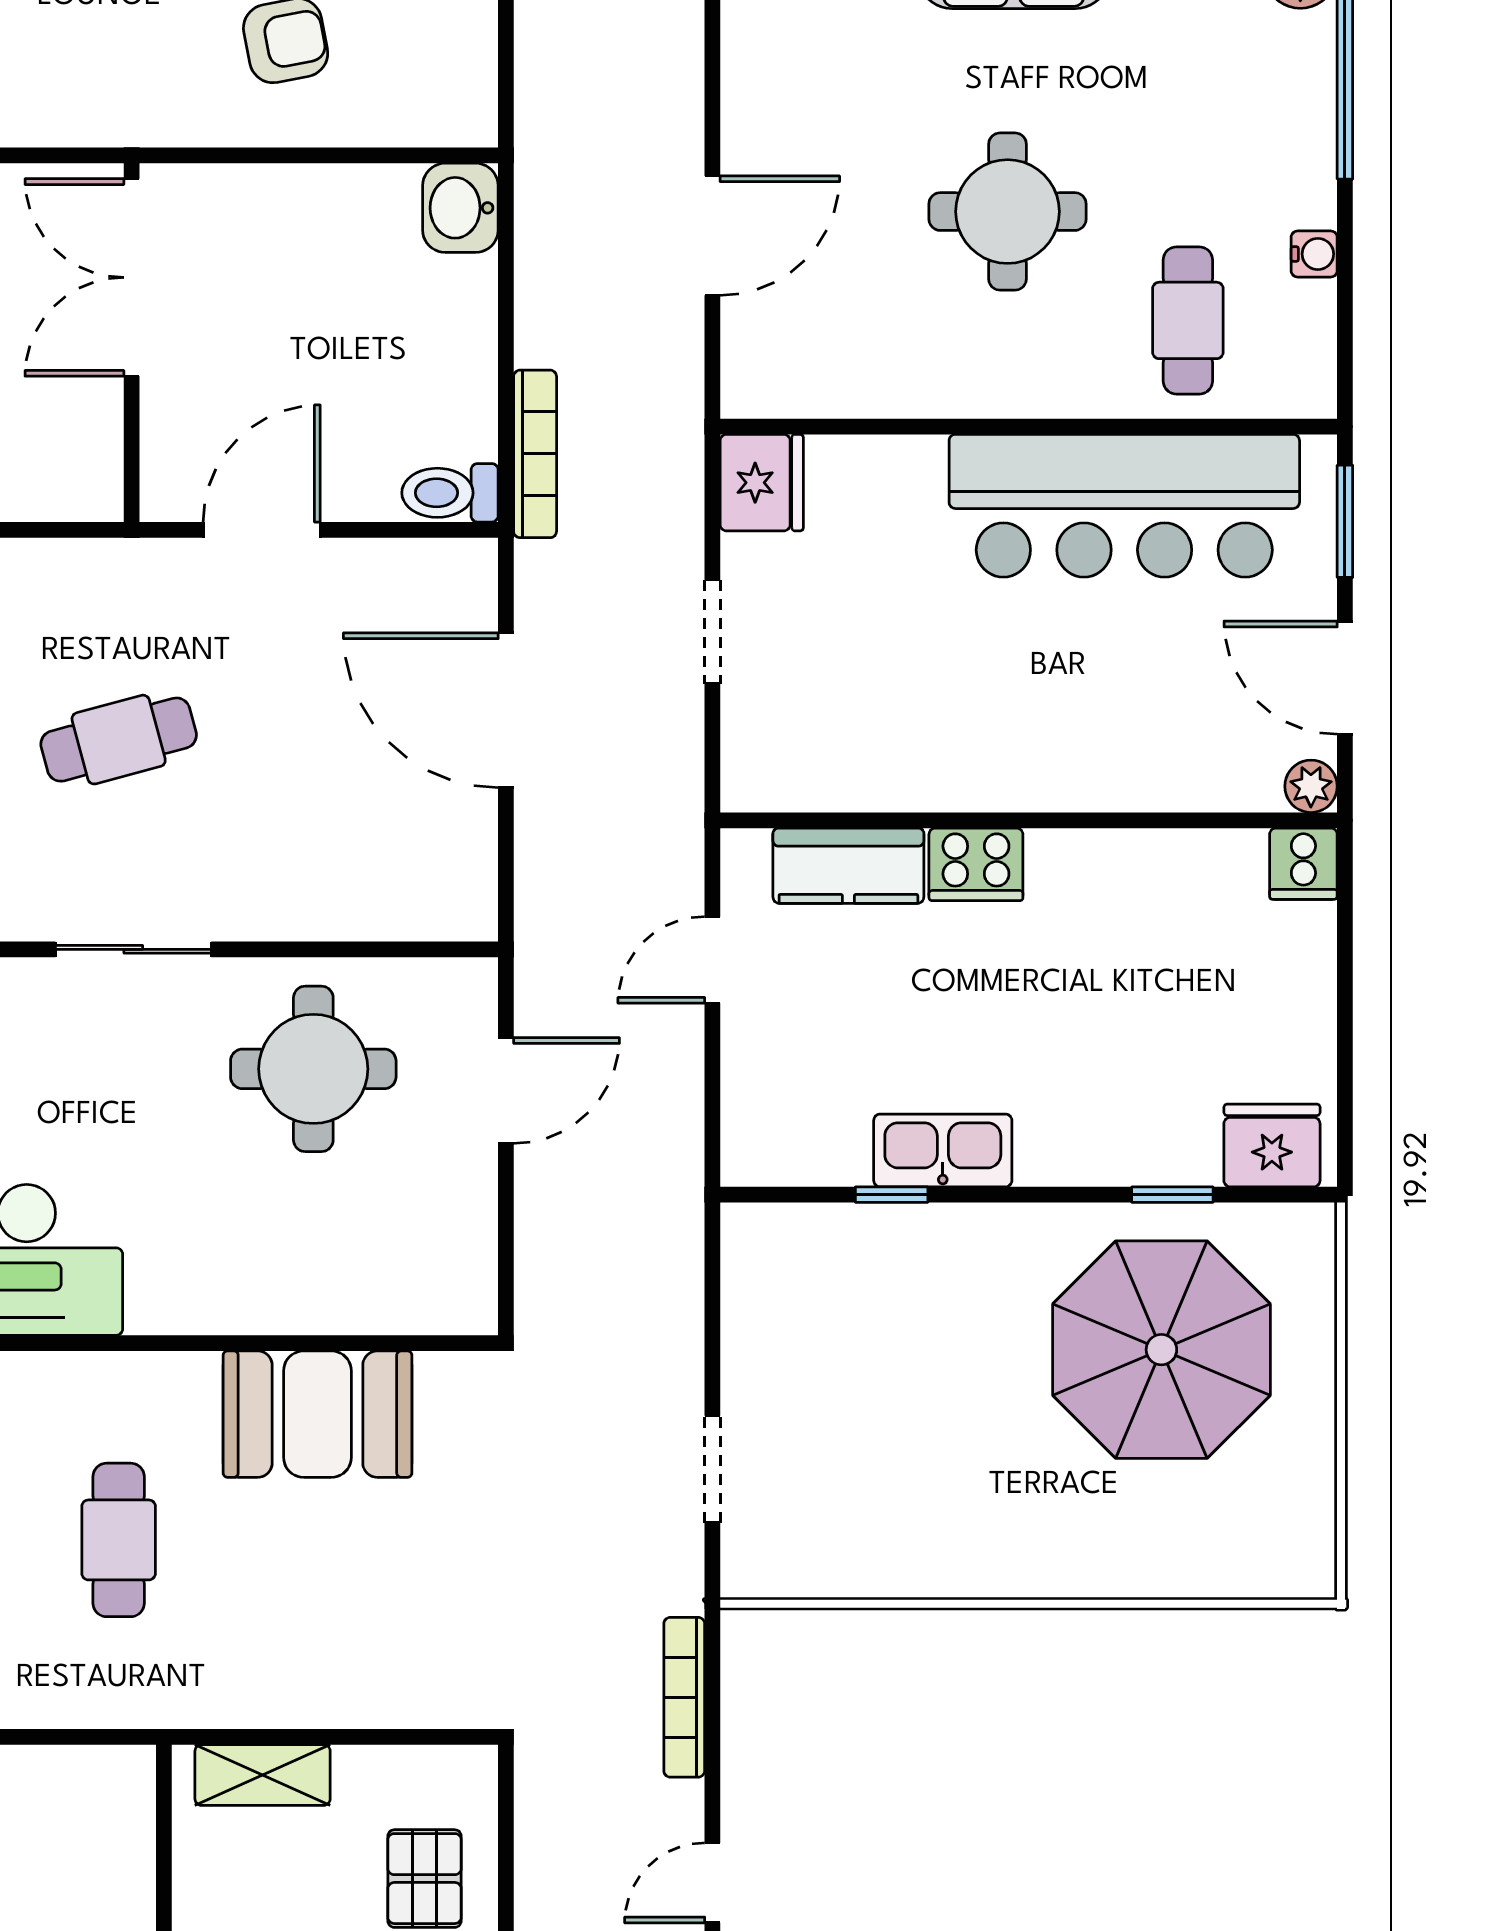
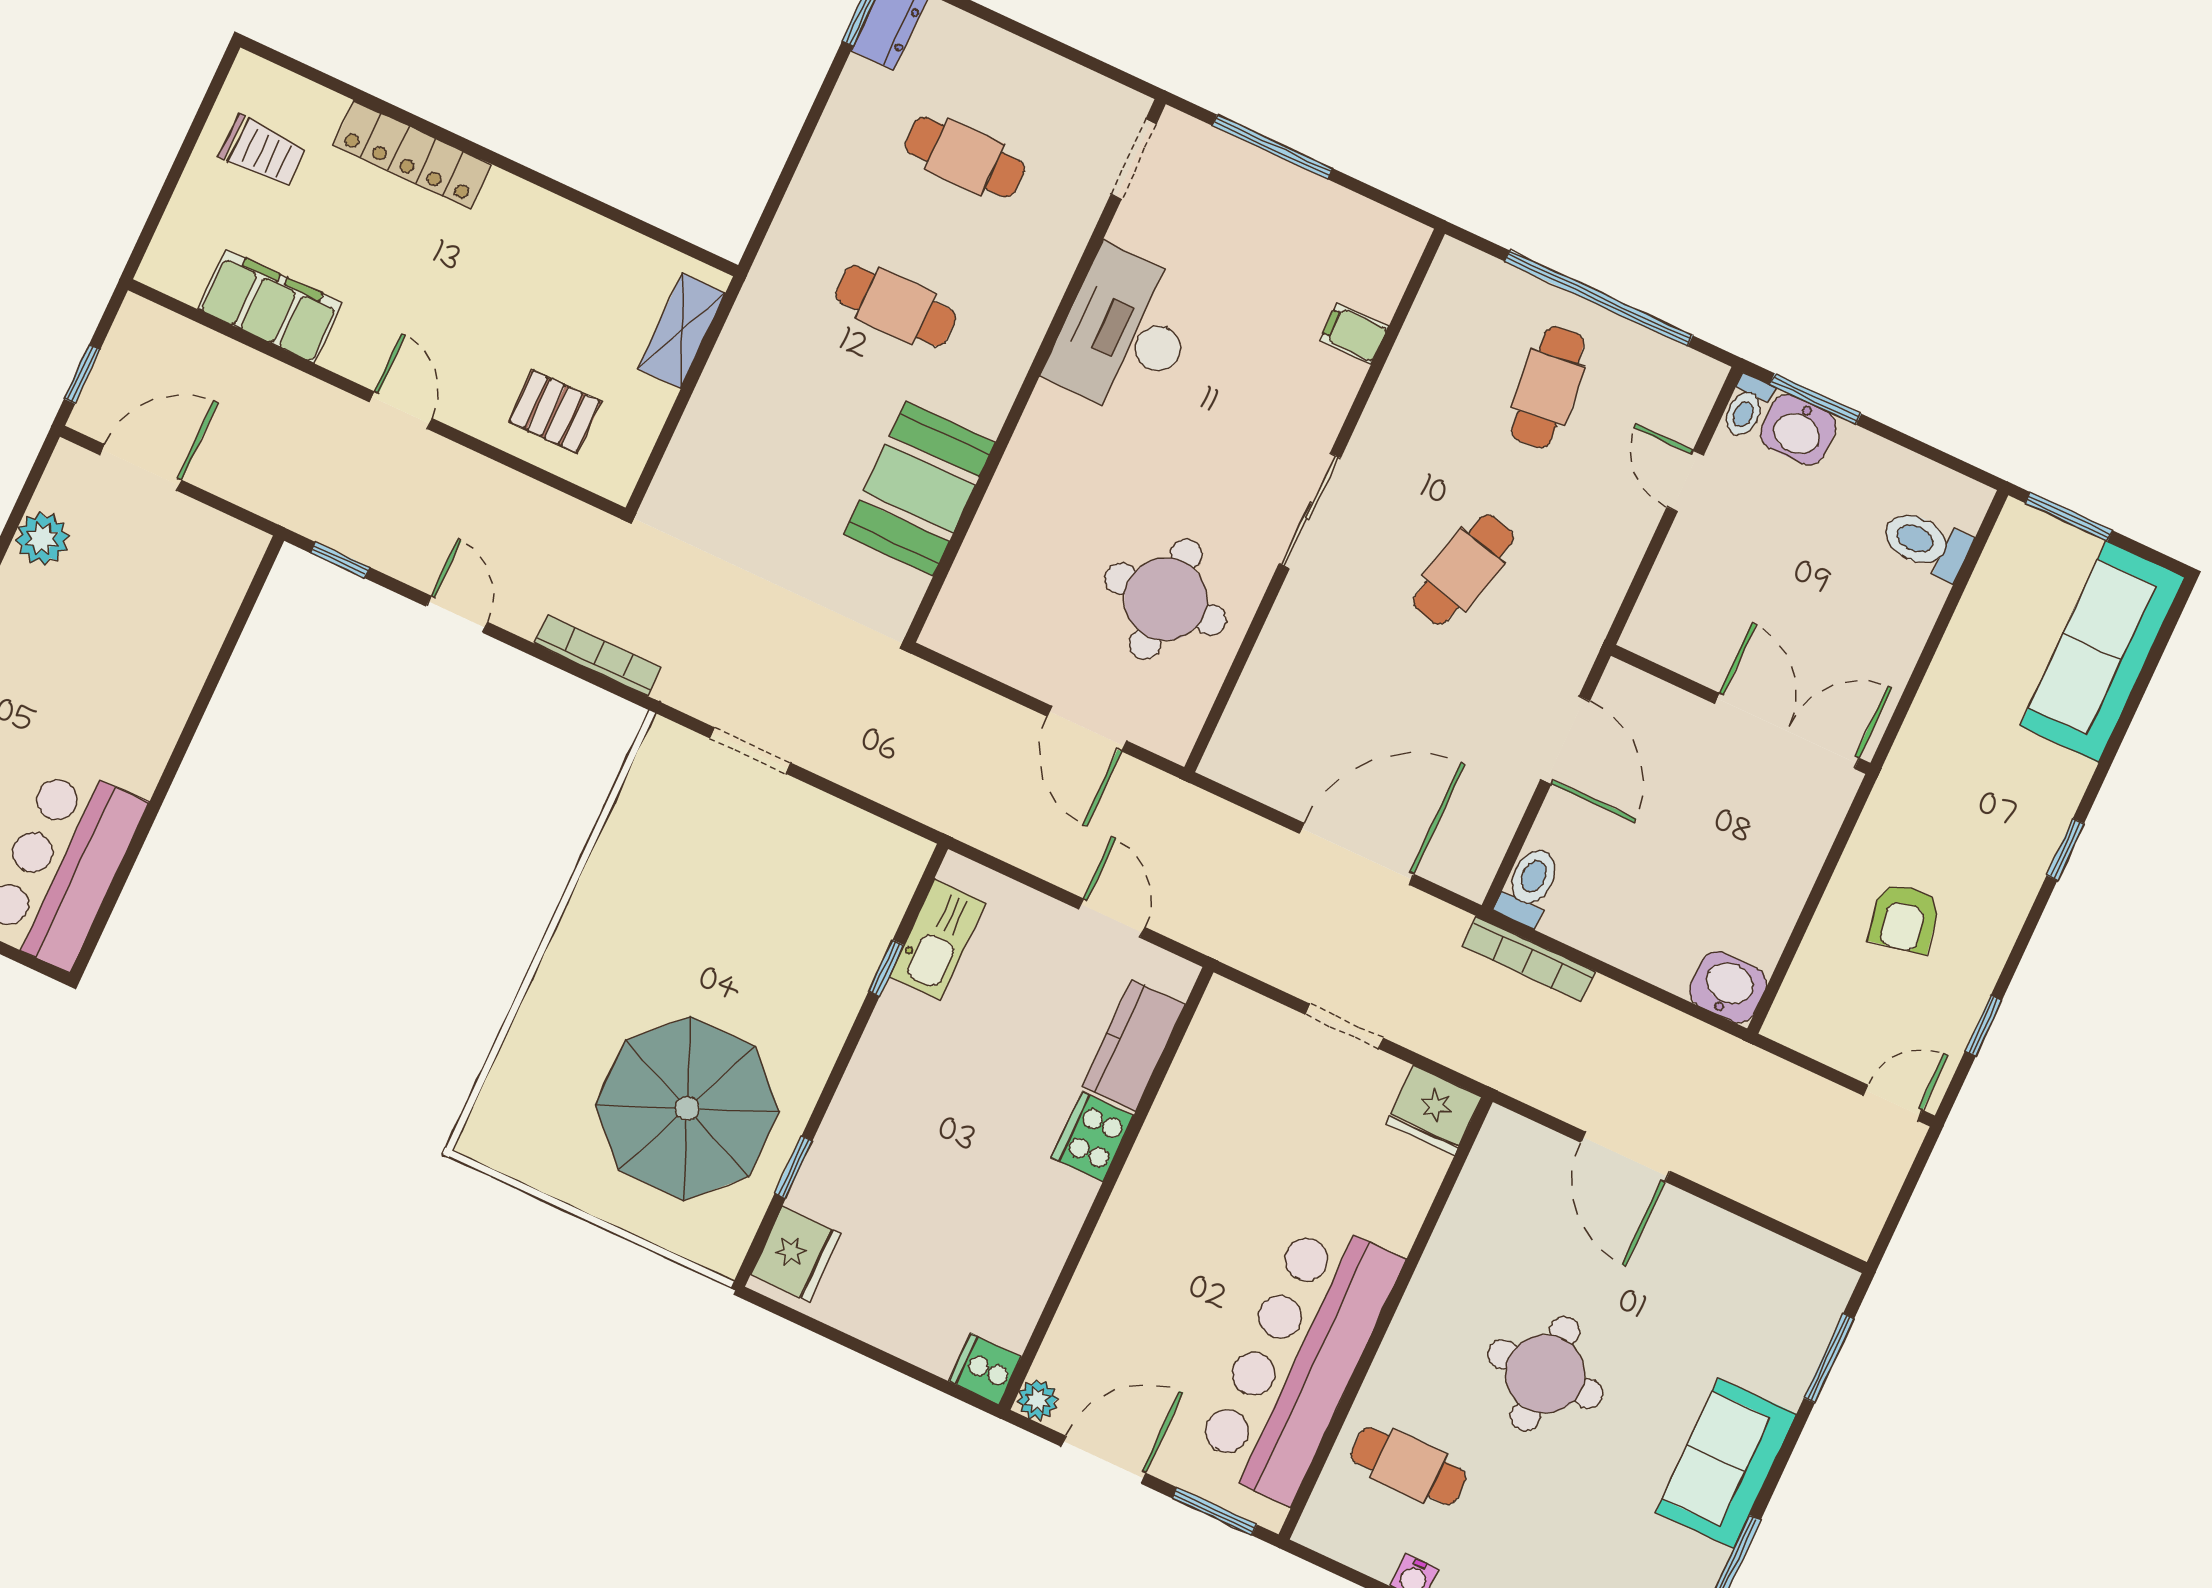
cafe table: (119, 740) -> (1463, 570), turned 30
kitchen sink: (943, 1150) -> (937, 940), moved

